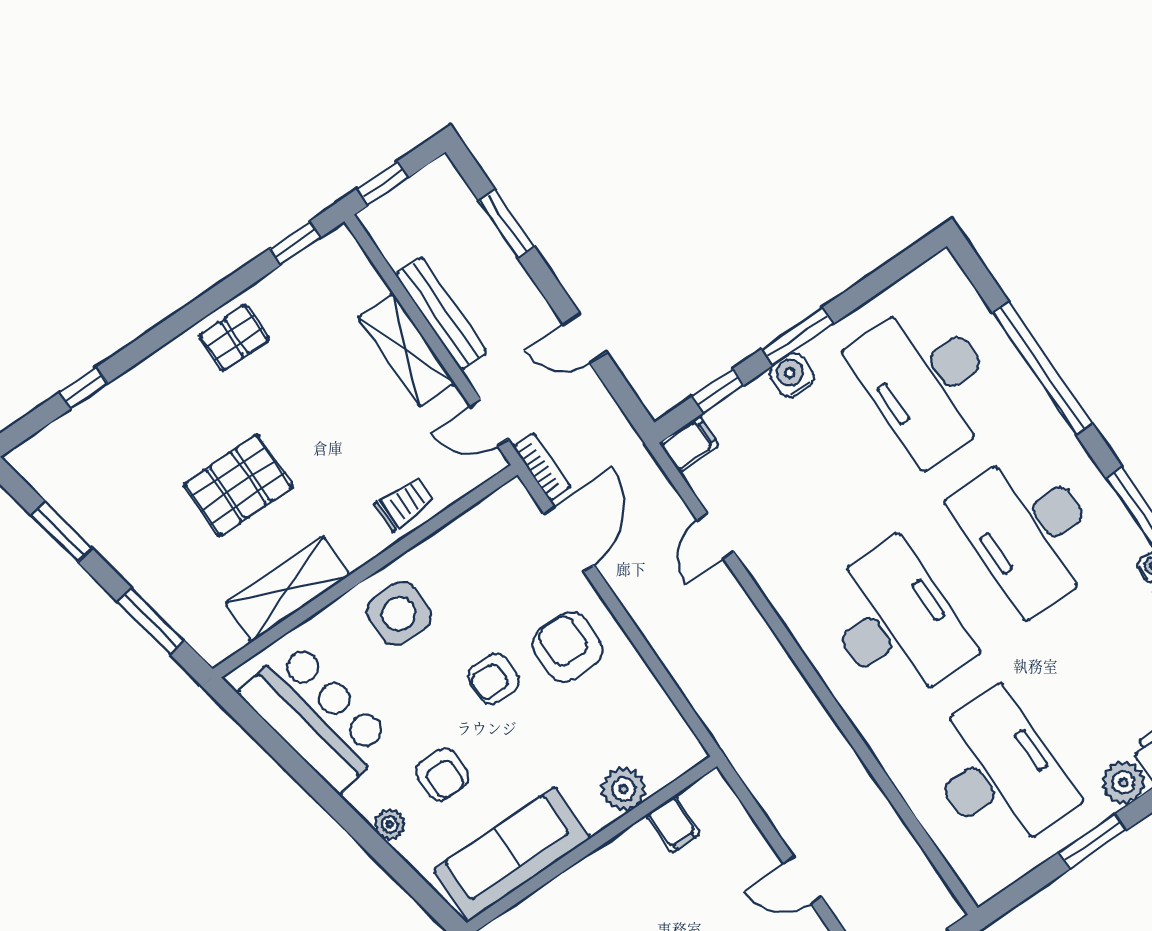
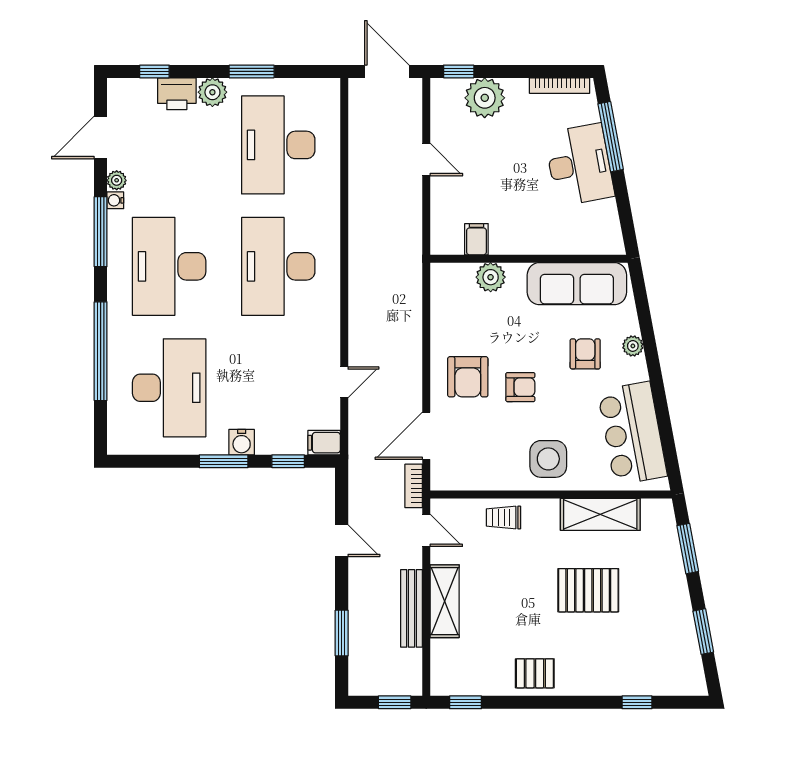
desk: (1030, 531) -> (169, 266), turned 180

